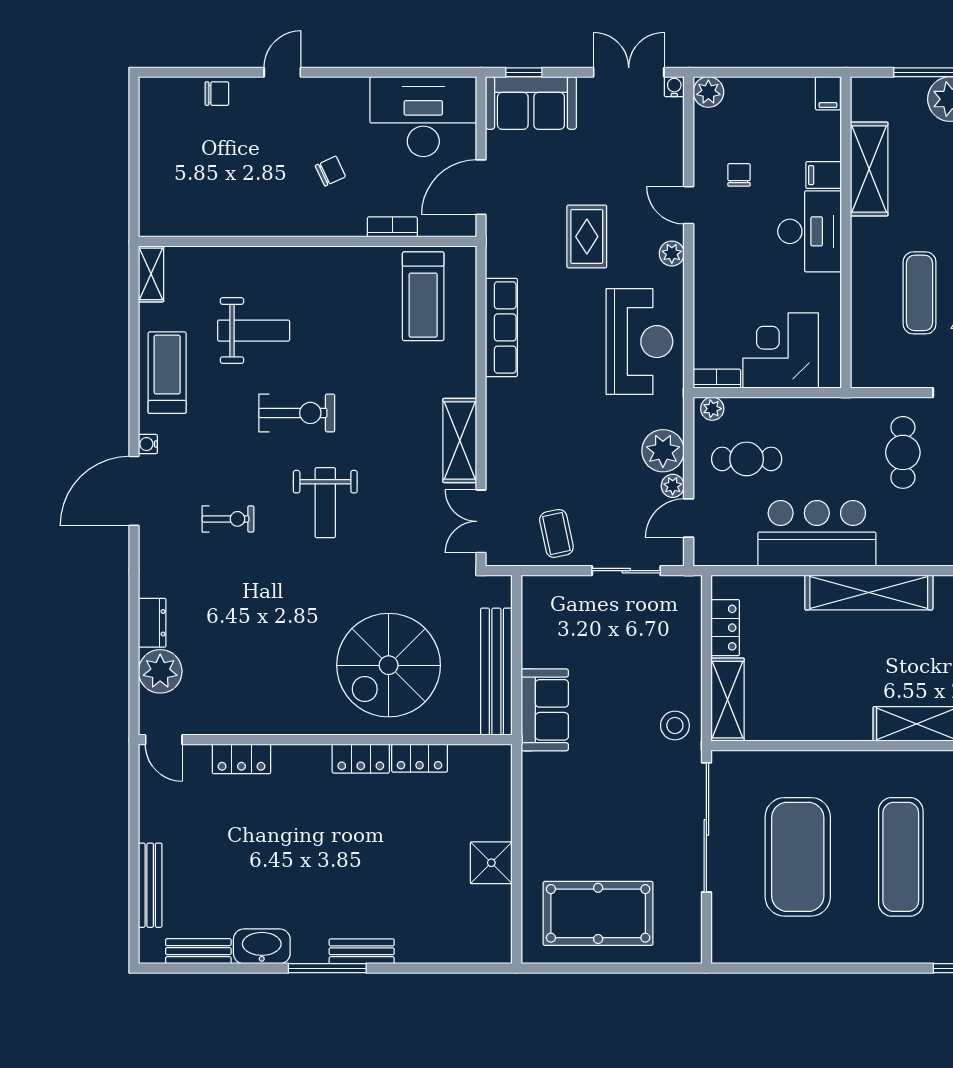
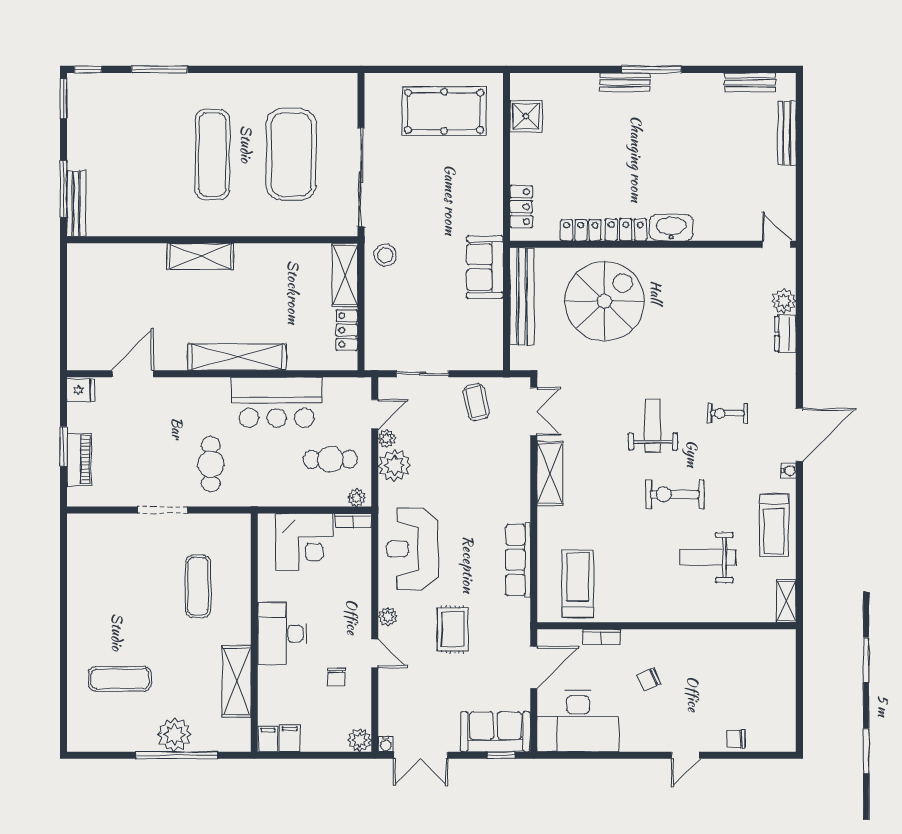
filing cabinet: (824, 175) -> (290, 738), moved, turned -90
plant: (160, 671) -> (784, 301), width x0.73, depth x0.73
locker: (241, 759) -> (521, 207), moved, turned 90
shower: (491, 863) -> (526, 116), moved
washbasin: (262, 946) -> (671, 228), moved, turned 180

